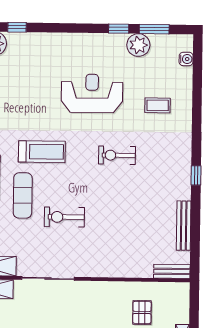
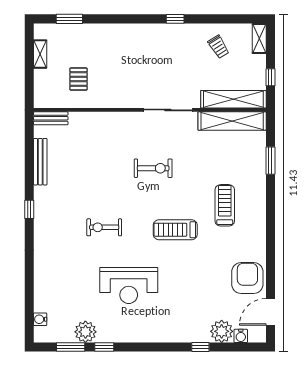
coffee table: (158, 105) -> (66, 275), removed
exercise bike: (117, 155) -> (104, 227), turned 180
exercise mat: (23, 195) -> (193, 188), removed

